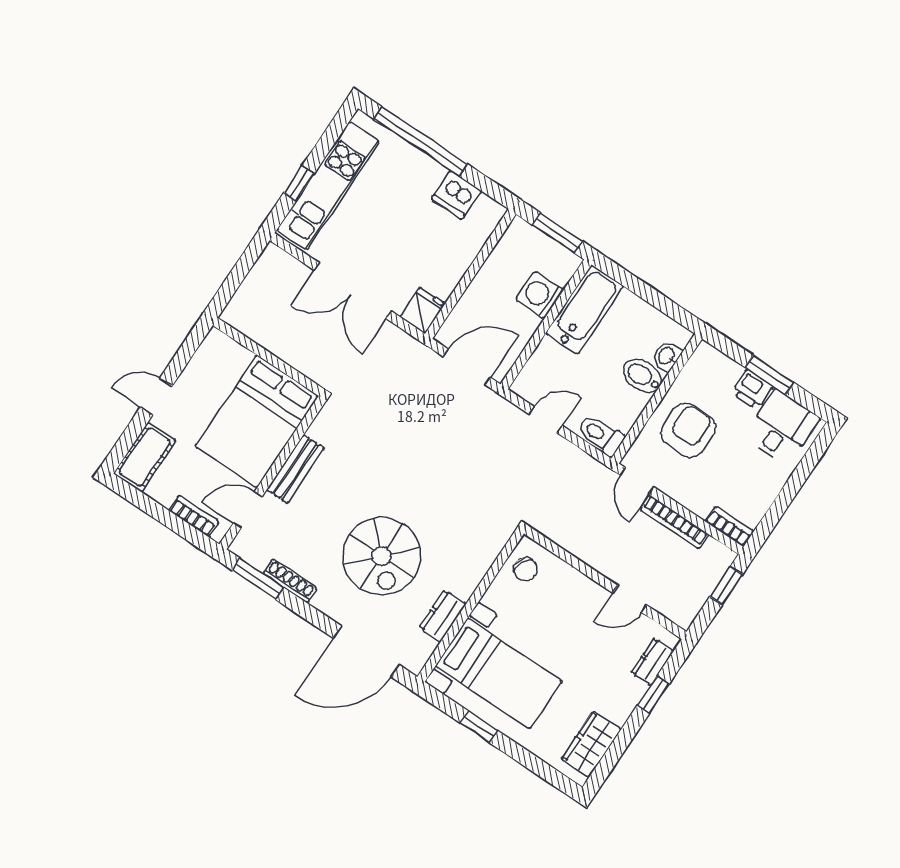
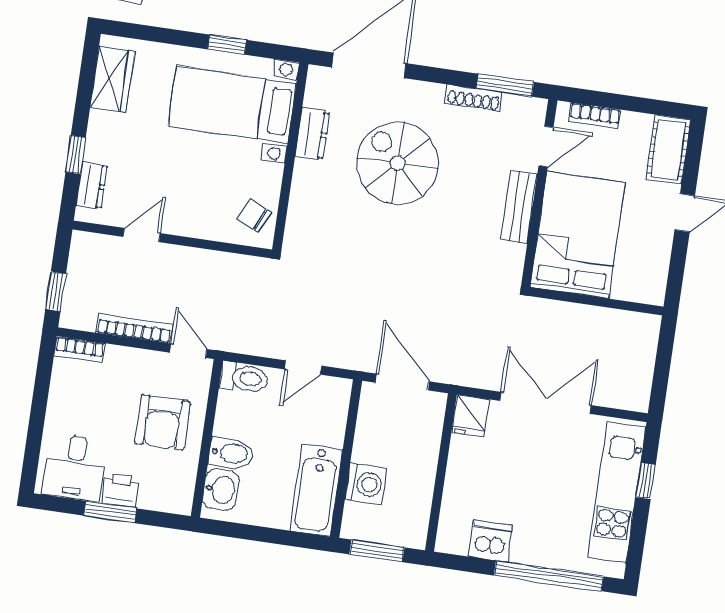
washbasin: (667, 356) -> (221, 489), width x1.38, depth x1.45
door: (467, 367) -> (402, 382), swing flipped

